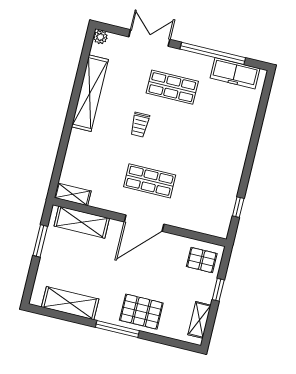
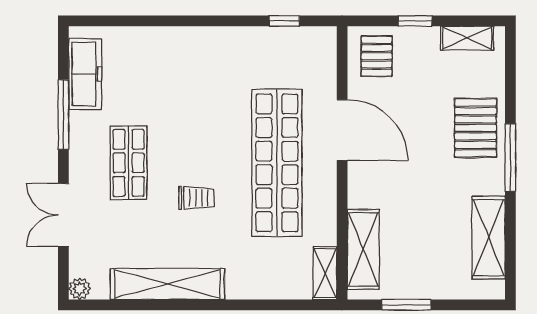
window: (213, 53) -> (63, 115), width x0.68
shop shelf: (150, 181) -> (277, 163), width x2.00, depth x1.36
door: (144, 223) -> (342, 130), moved

